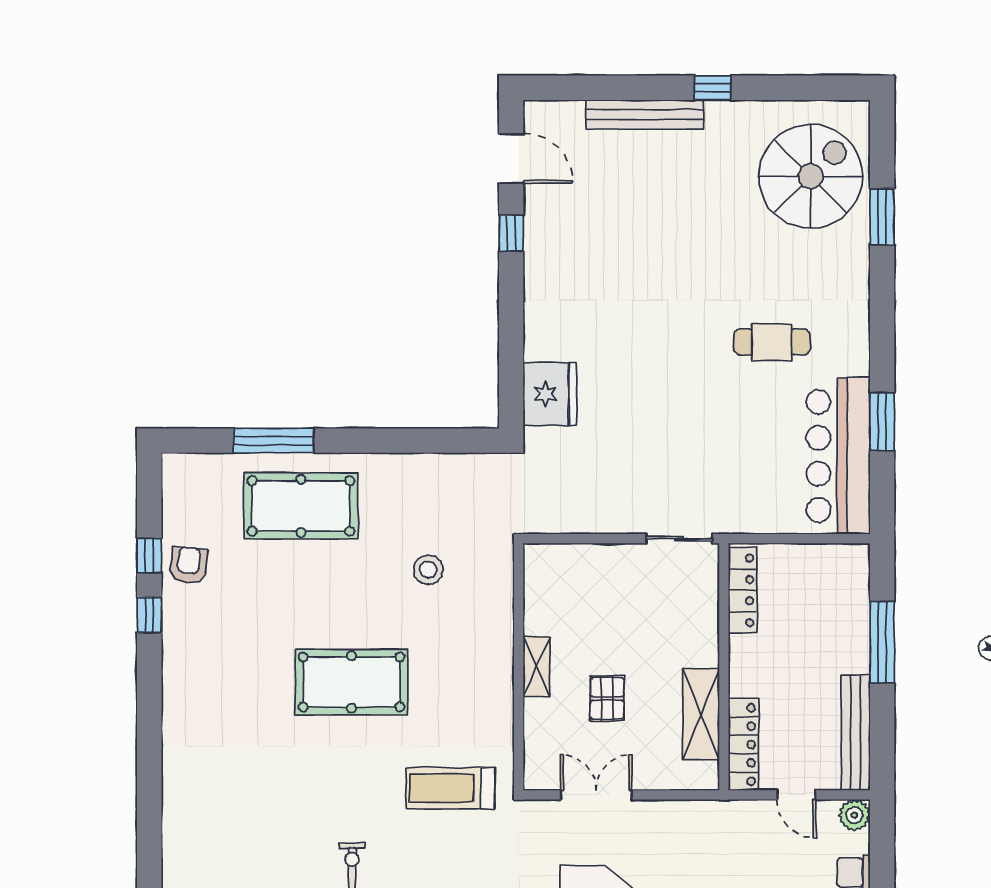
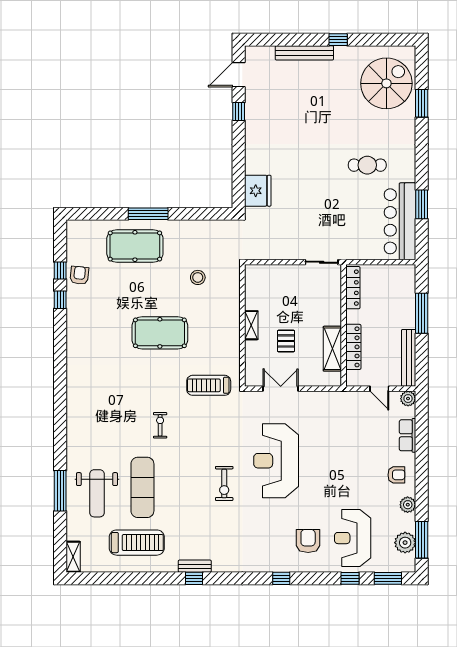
door: (511, 158) -> (239, 75), swing flipped
window: (274, 441) -> (148, 214), moved
locker: (743, 745) -> (353, 347), moved

